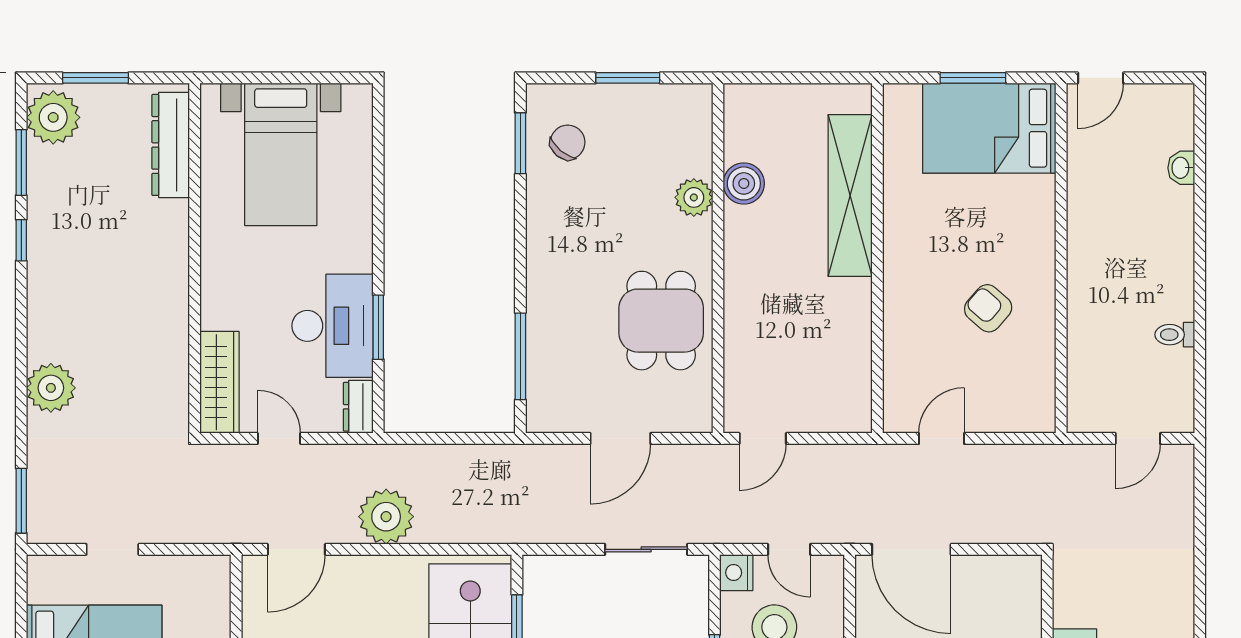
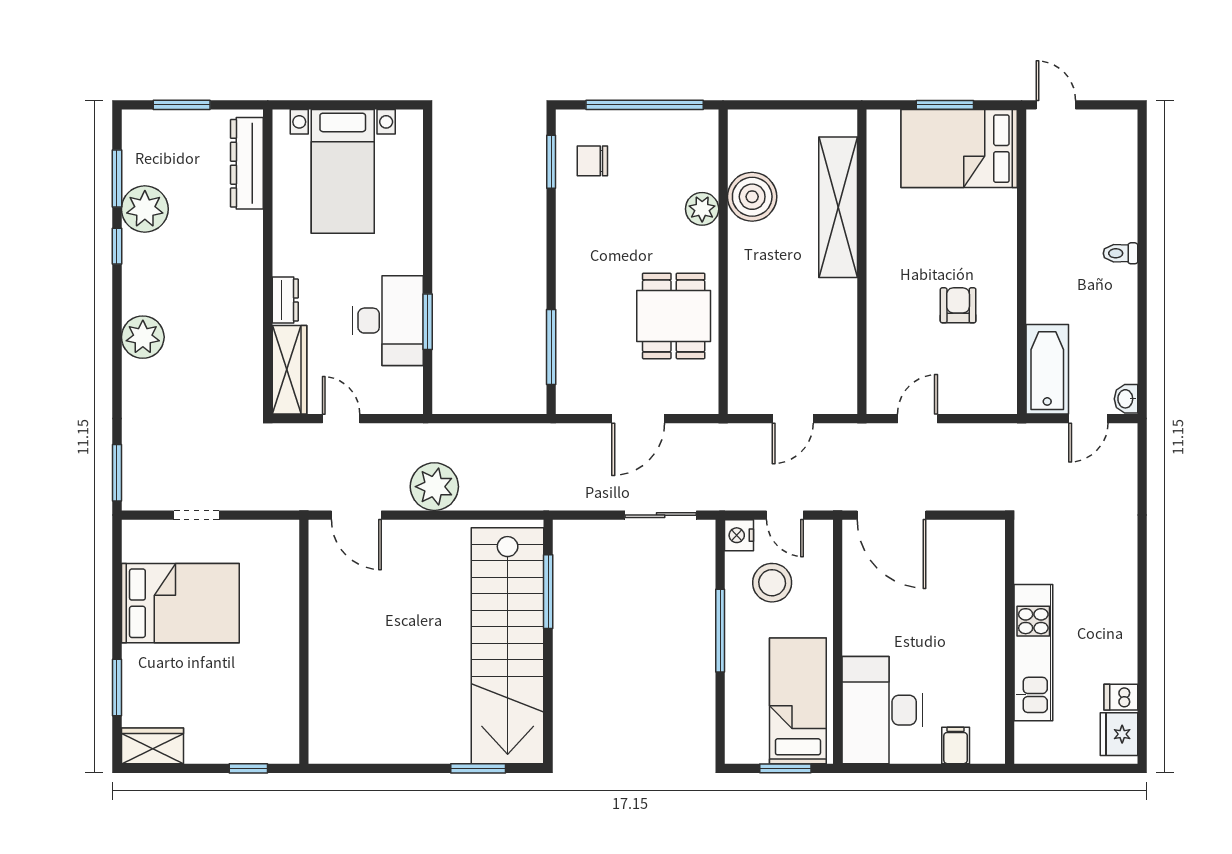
window: (628, 78) -> (645, 105), width x2.11
door: (1101, 78) -> (1056, 105), swing flipped
plant: (53, 117) -> (145, 209), moved
chair: (568, 142) -> (592, 161), turned -130
washbasin: (1181, 168) -> (1126, 399), moved
boiler: (744, 183) -> (752, 197), width x1.37, depth x1.37
armchair: (988, 308) -> (958, 305), turned 49
toilet: (1175, 335) -> (1120, 253), moved
bathtub: (1091, 382) -> (1047, 369), added
plant: (51, 388) -> (143, 337), moved
dresser: (358, 407) -> (285, 300), moved, turned 180
door: (763, 438) -> (793, 419), moved
door: (296, 549) -> (356, 515), hinge flipped

